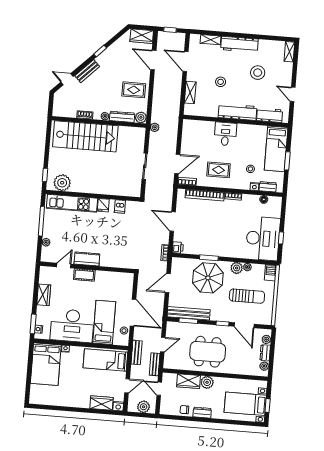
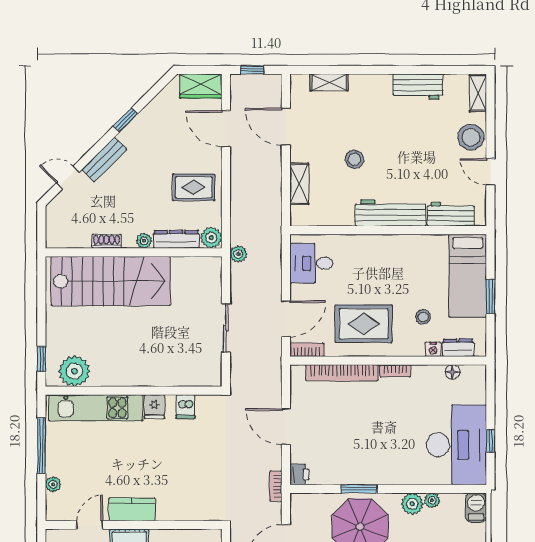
workbench: (239, 44) -> (418, 87), moved, width x0.73
stool: (258, 73) -> (471, 137), moved
desk: (225, 134) -> (311, 263), moved, turned -90
rug: (218, 170) -> (364, 324), width x1.36, depth x1.43

